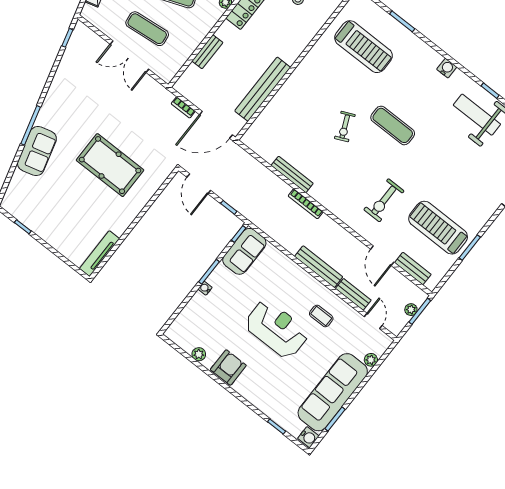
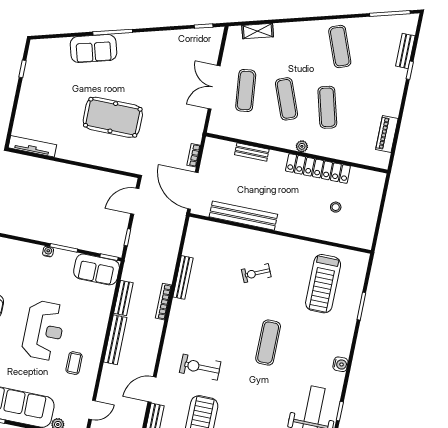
exercise bike: (345, 127) -> (256, 273), moved
pool table: (110, 165) -> (113, 117), turned 90
bench: (353, 294) -> (123, 298), moved

